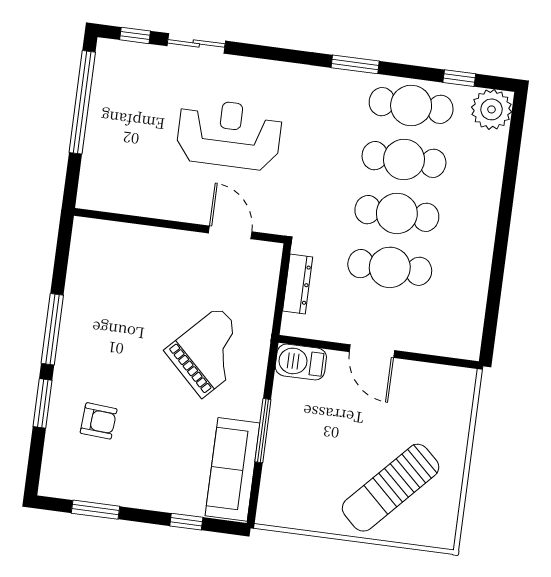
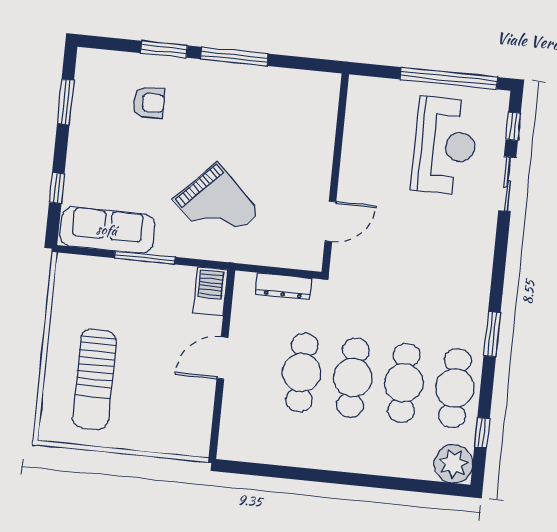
reception desk: (229, 134) -> (445, 146), moved
armchair: (99, 421) -> (149, 103), turned -94
sun lounger: (391, 488) -> (94, 379), turned -133

